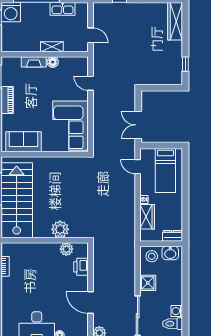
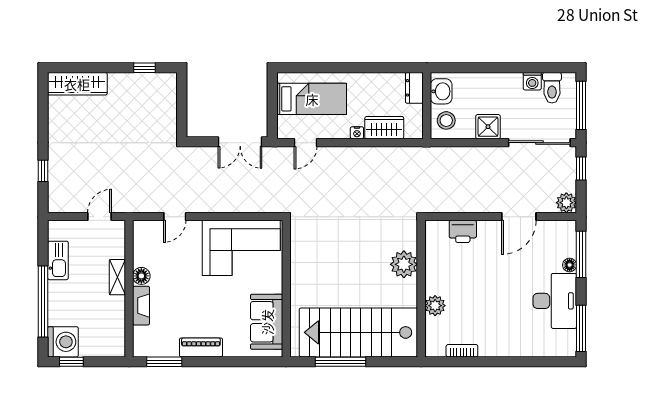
plant: (66, 249) -> (435, 306), moved

